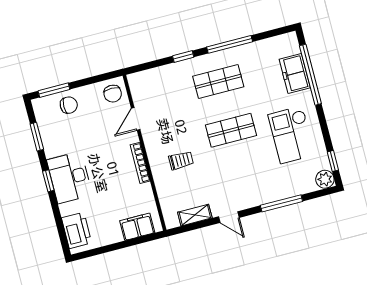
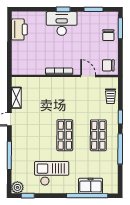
trolley: (181, 160) -> (111, 96), moved
filing cabinet: (137, 227) -> (19, 59), removed
printer: (77, 230) -> (19, 29), moved, turned -90

